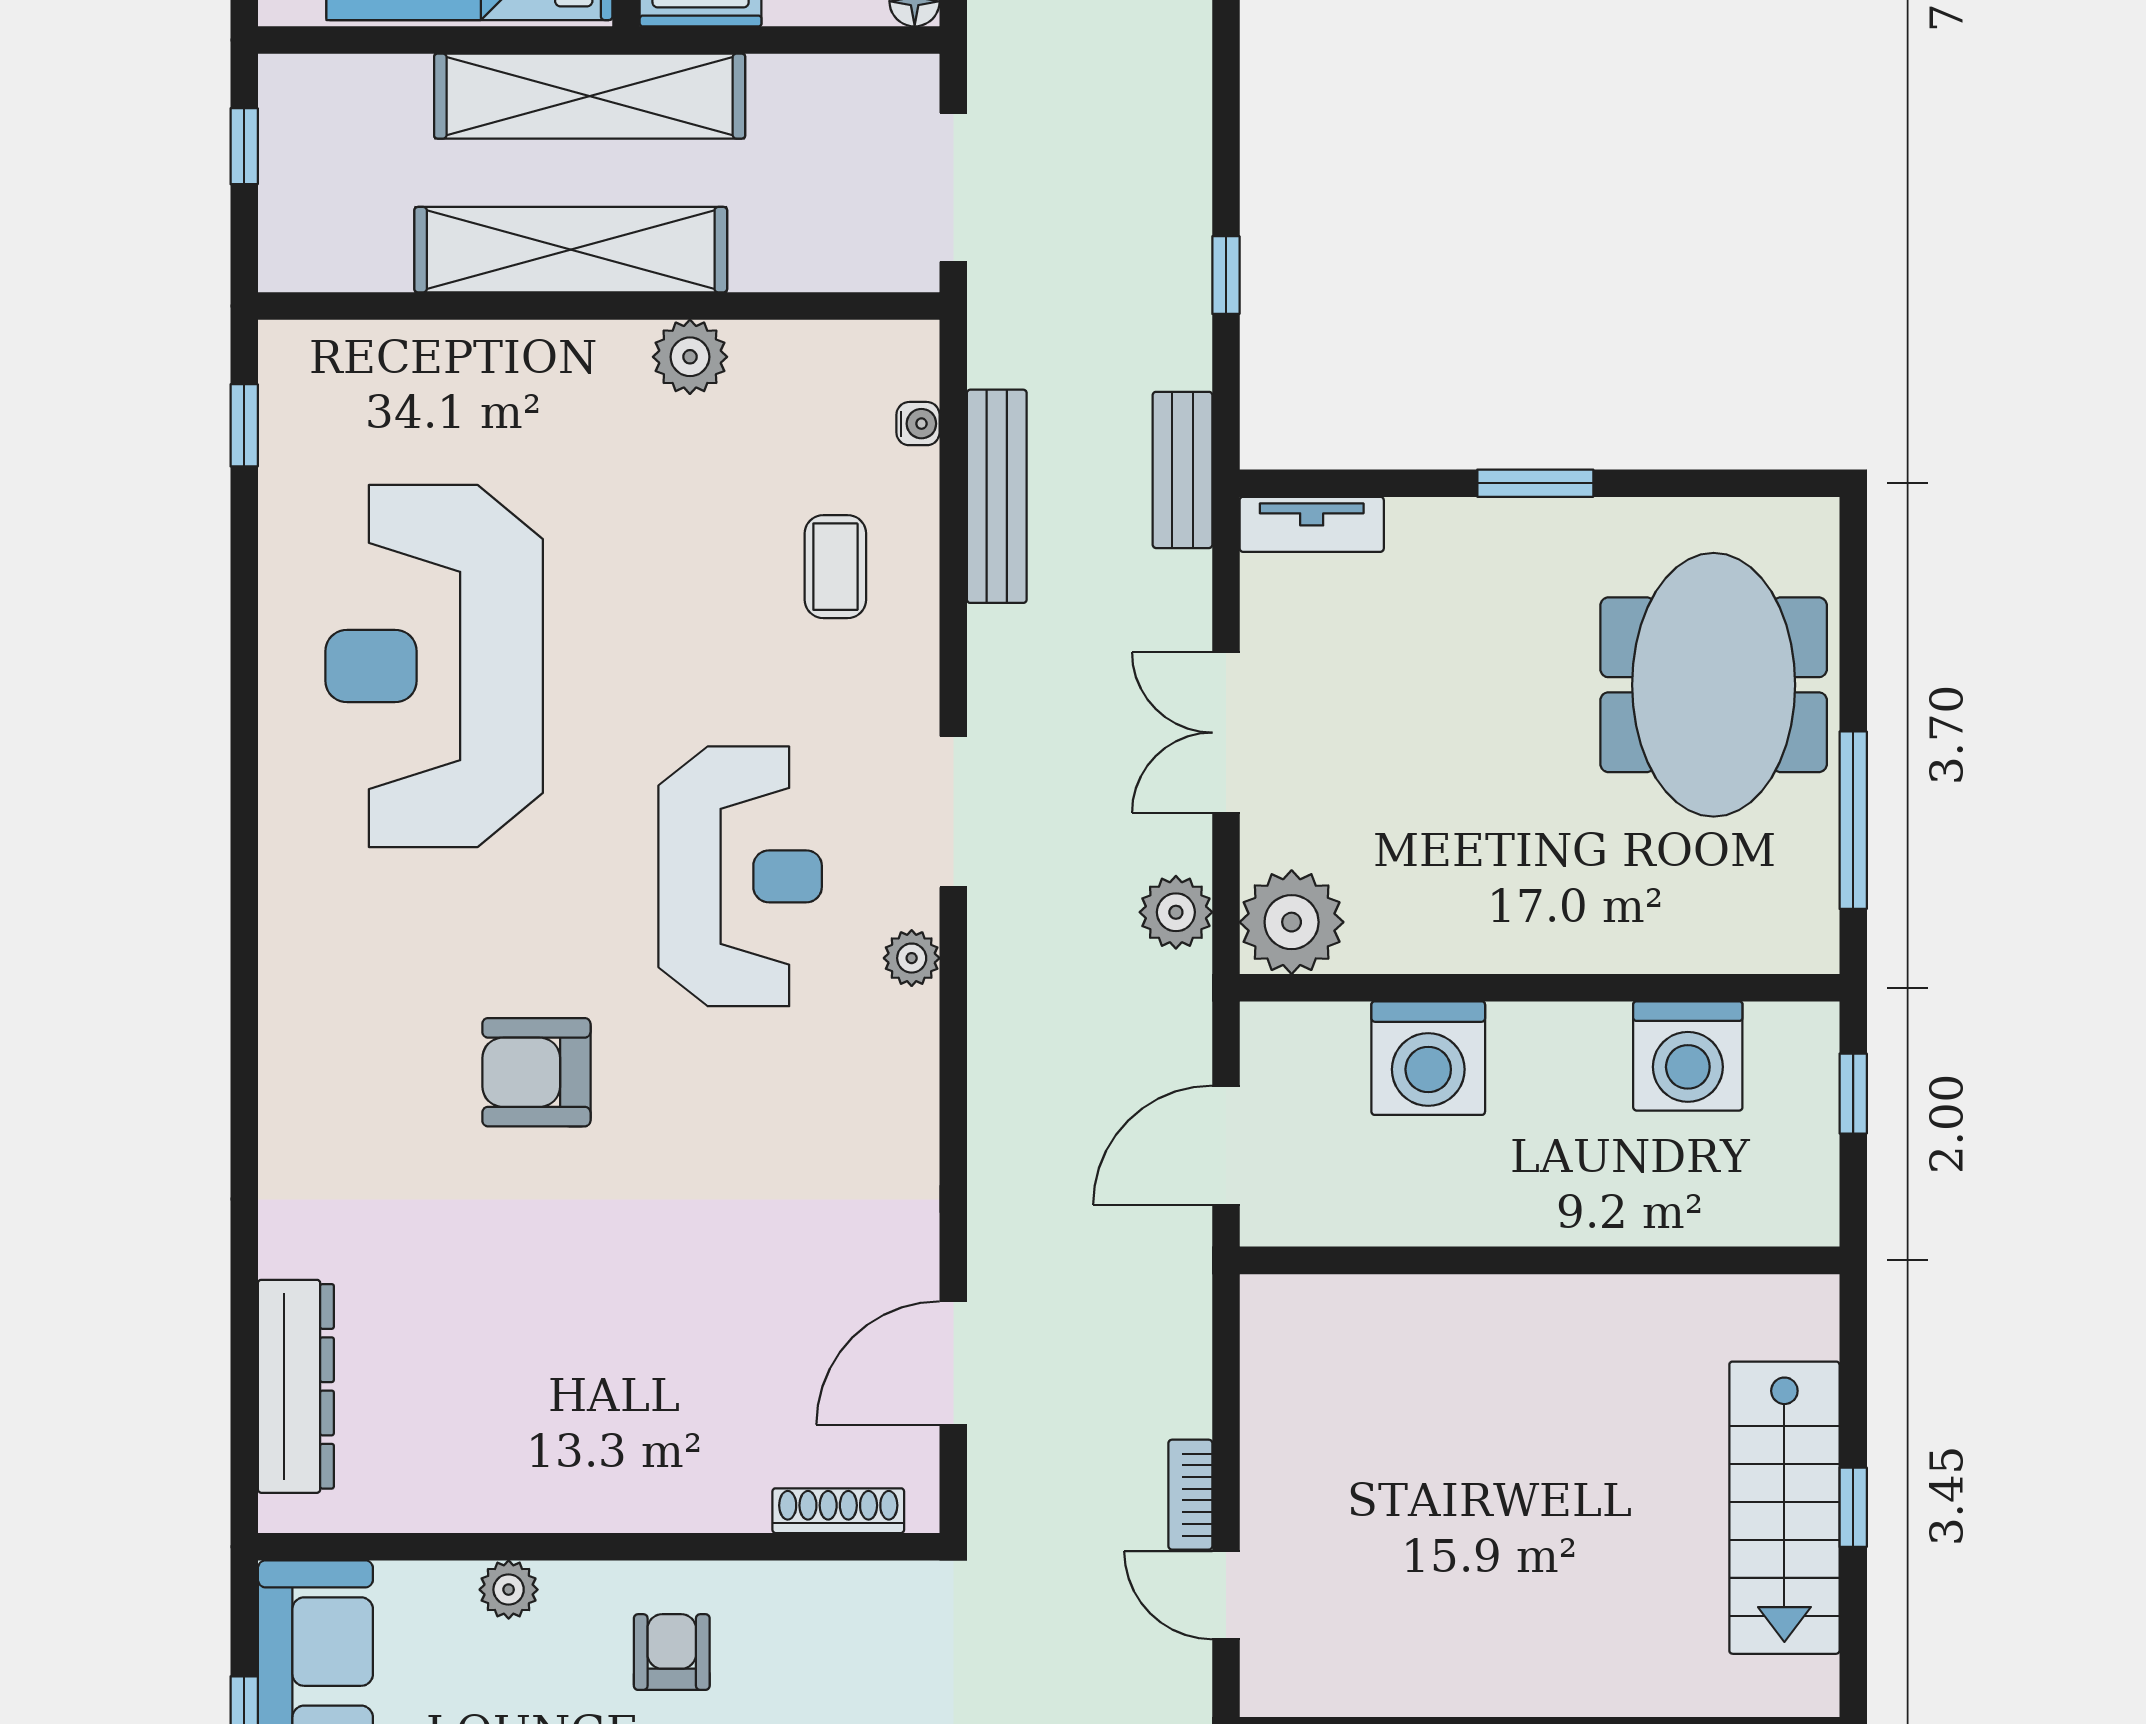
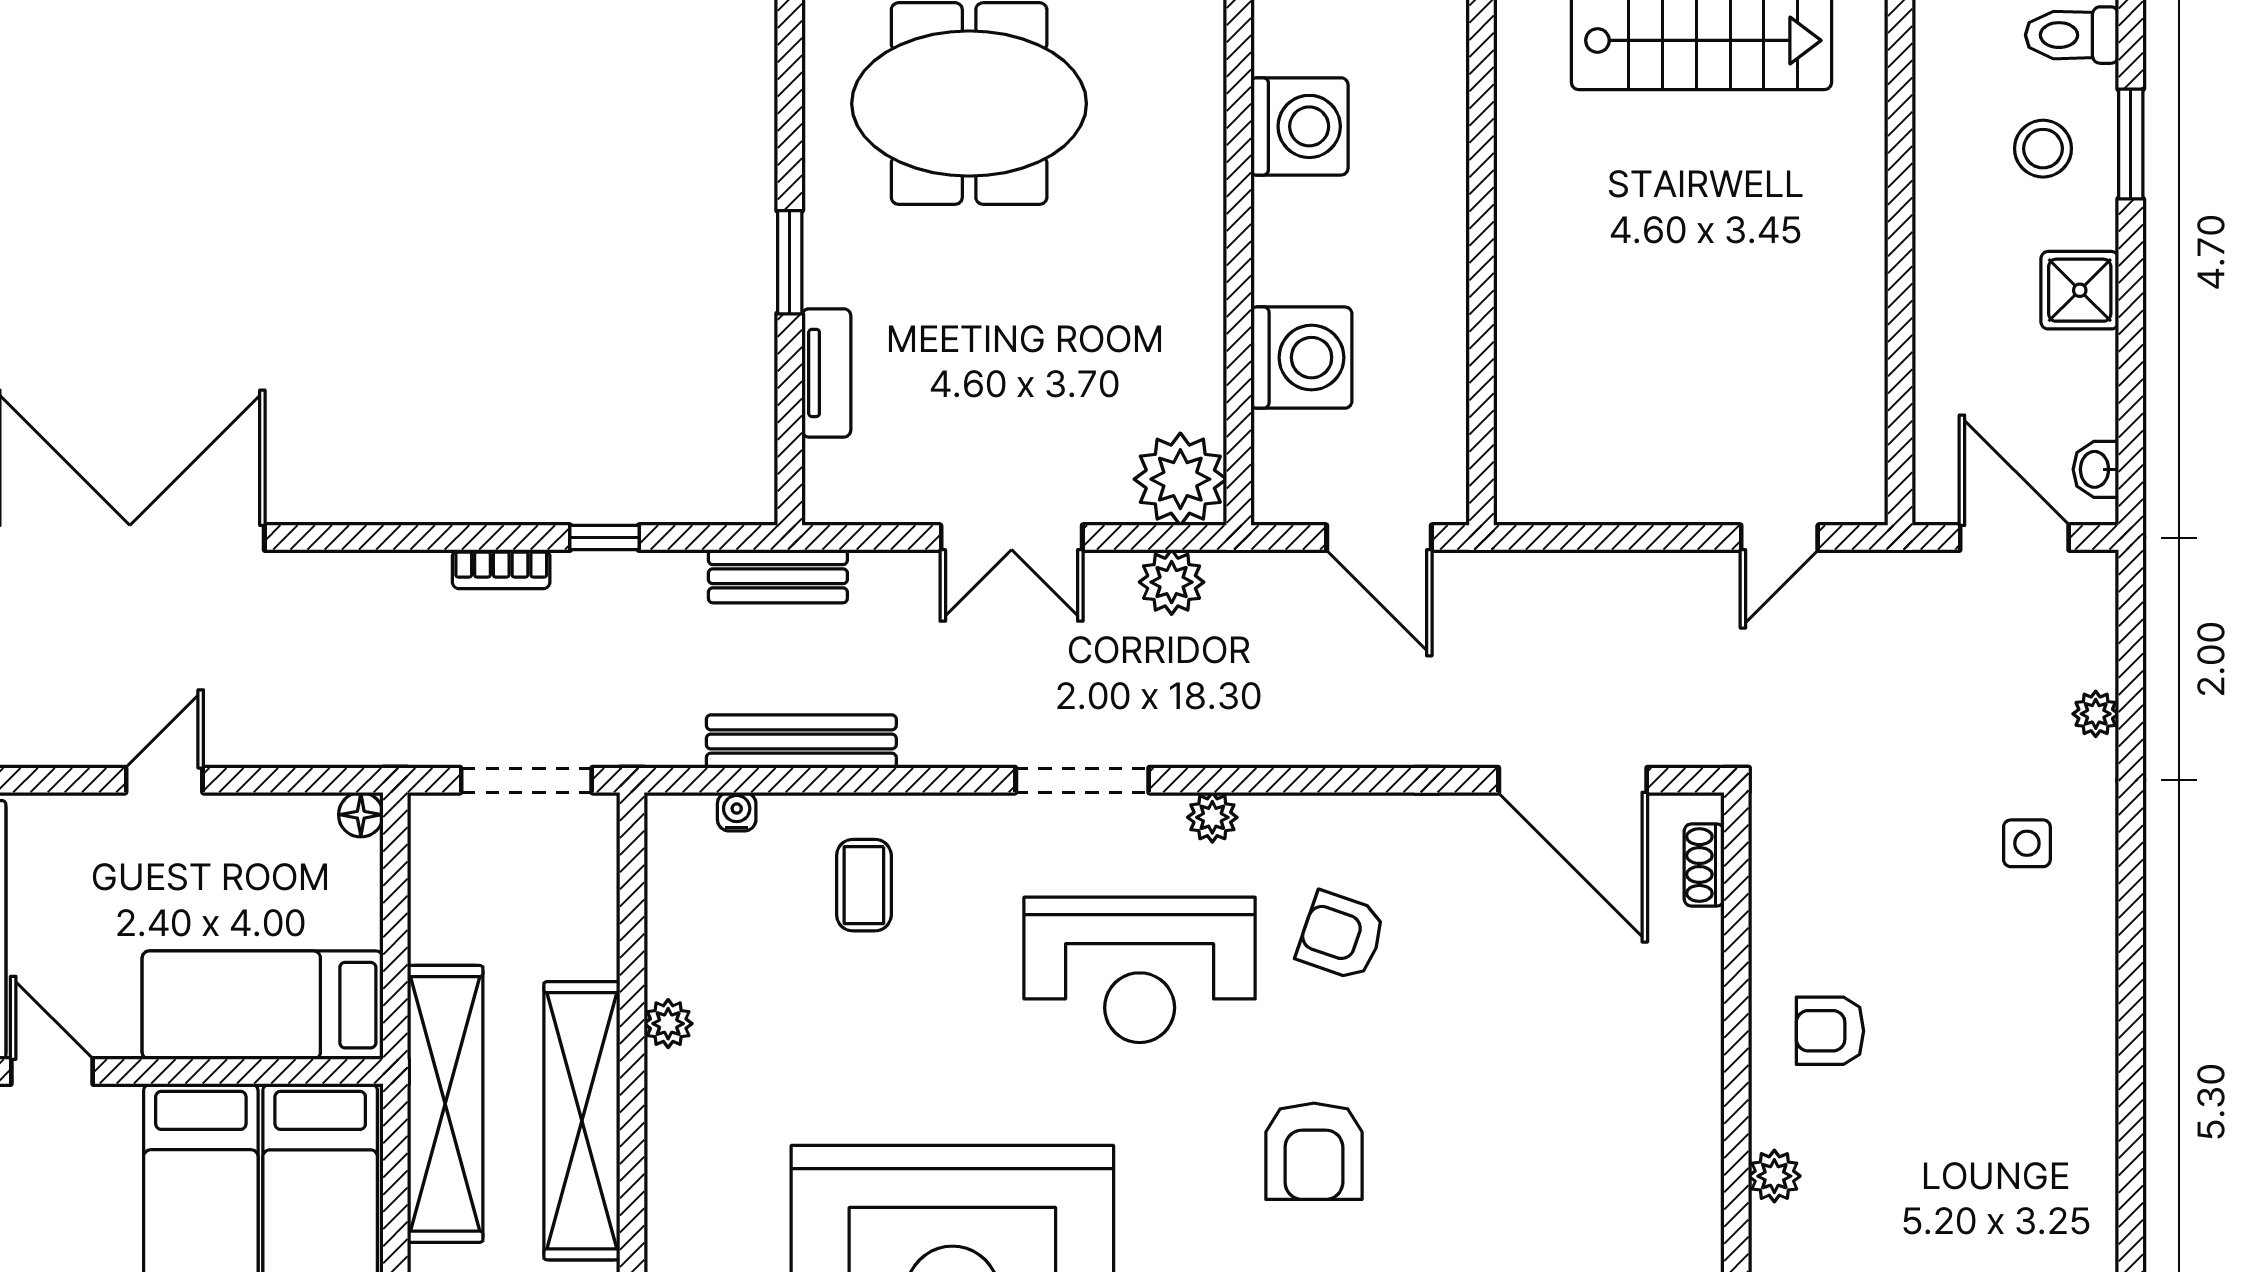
plant: (690, 357) -> (668, 1024), width x0.73, depth x0.73
tv unit: (1312, 524) -> (826, 373), moved
coffee table: (835, 567) -> (864, 885), turned 90
reception desk: (740, 876) -> (1140, 970), turned 180
armchair: (778, 1103) -> (1341, 936), added
door: (953, 1363) -> (1573, 780), width x1.36
bookcase: (1190, 1495) -> (501, 569), moved
shoe rack: (838, 1511) -> (1704, 865), width x0.70

